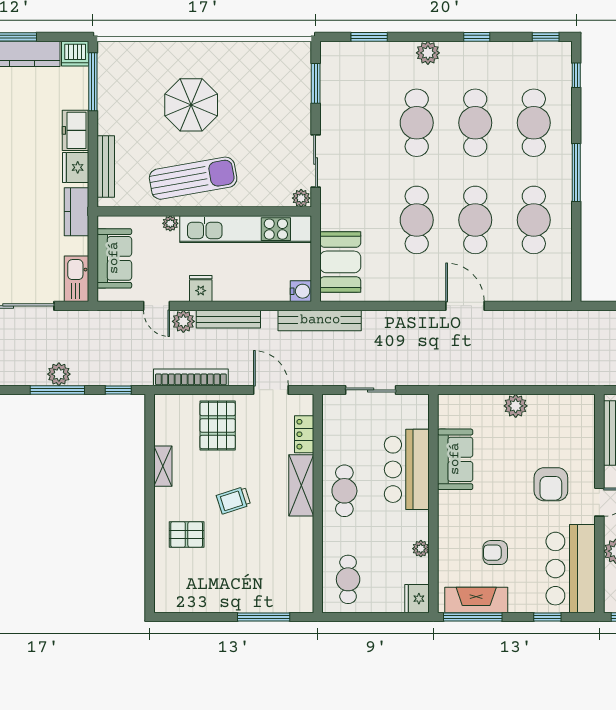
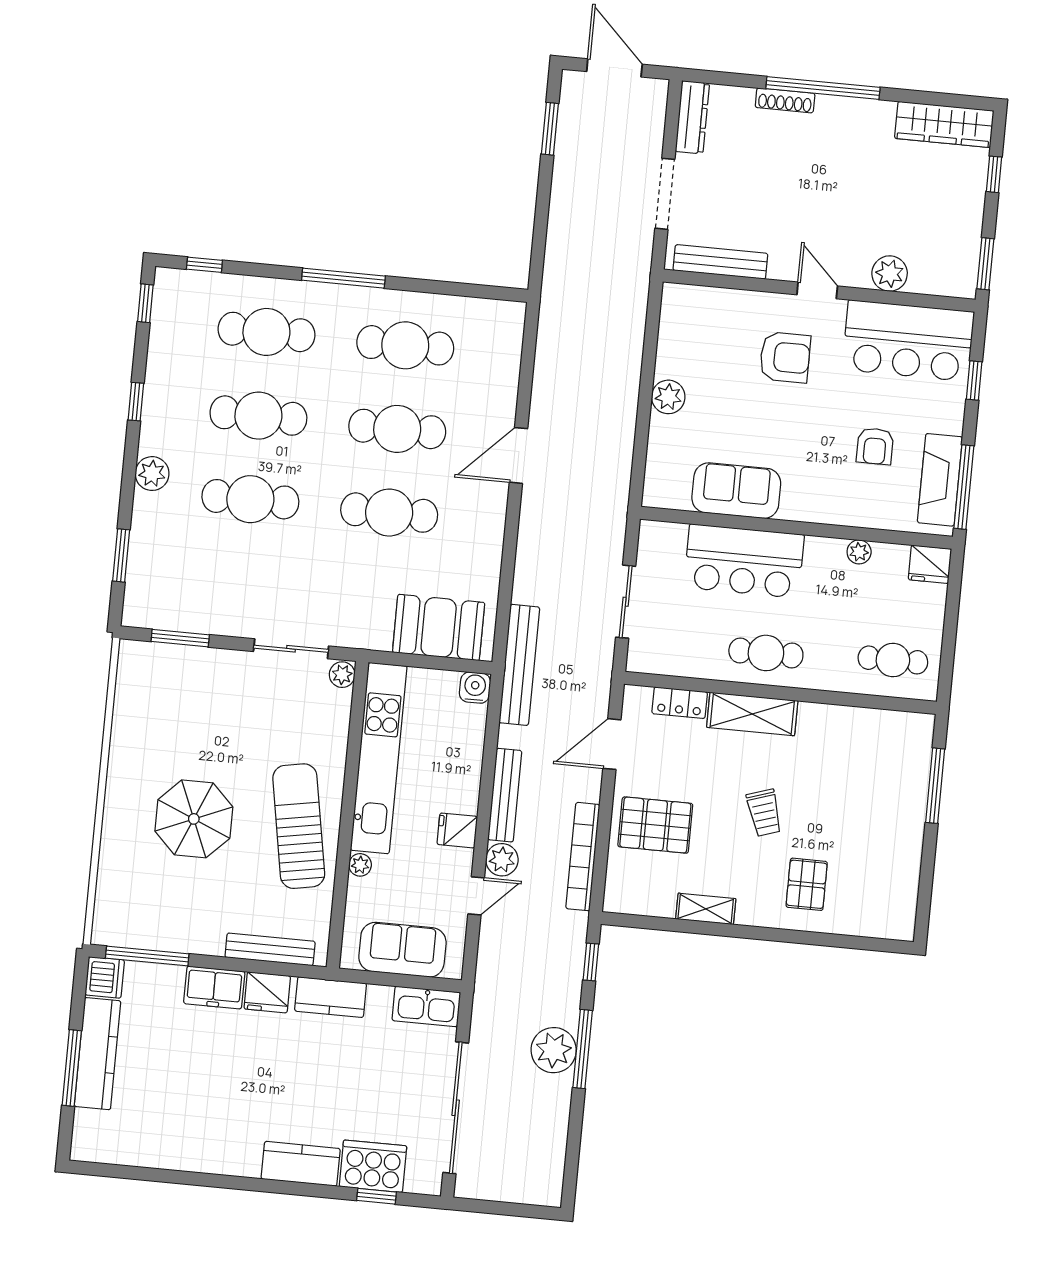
plant: (59, 374) -> (554, 1050), width x1.36, depth x1.36

